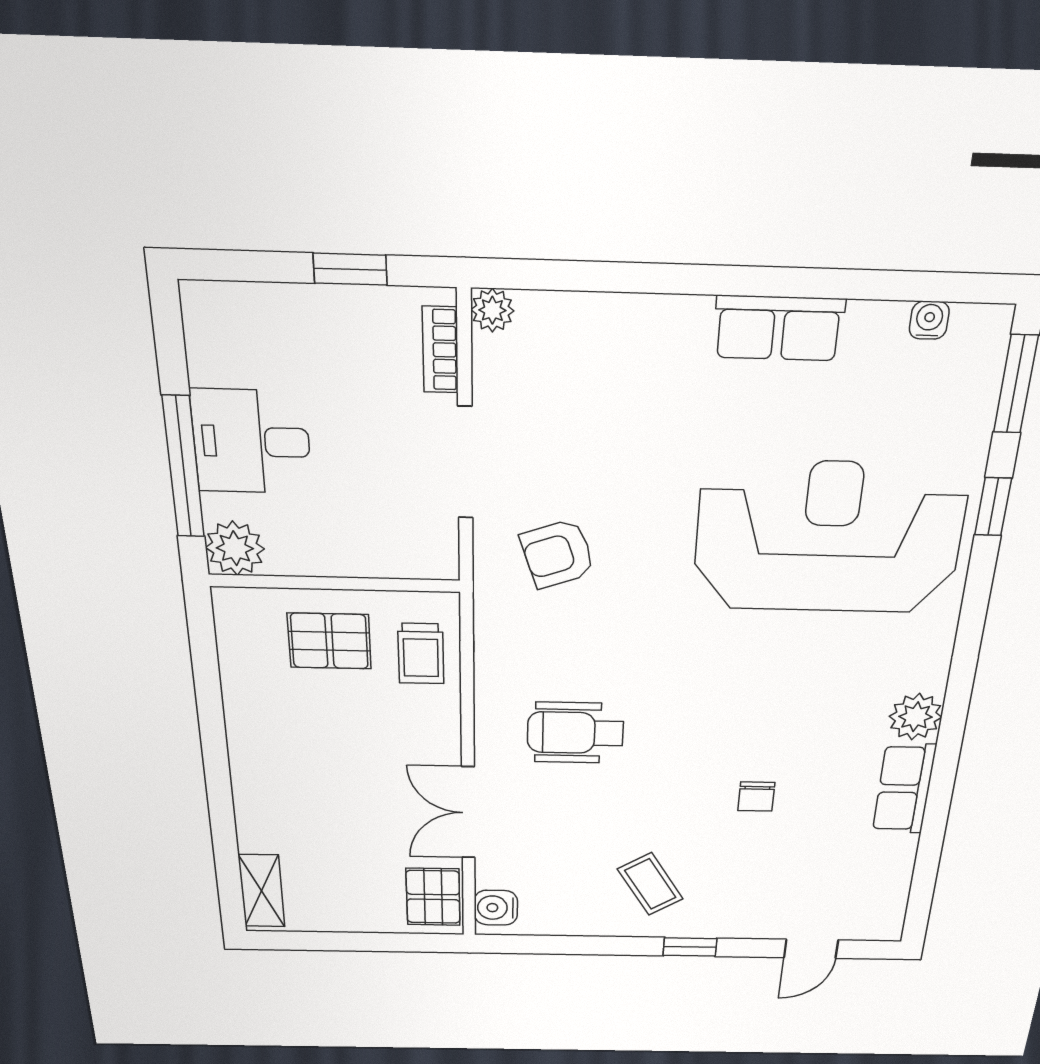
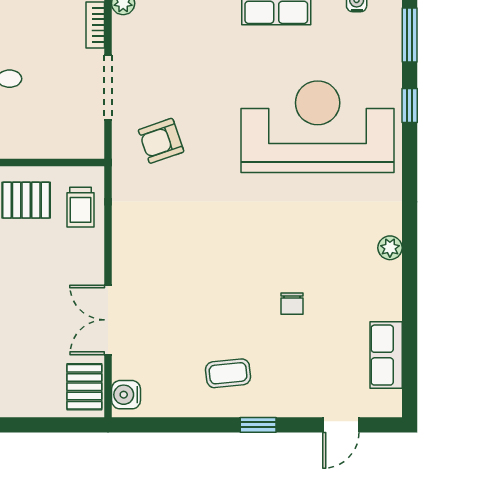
plant: (916, 717) -> (390, 248), width x0.73, depth x0.73
wheelchair: (575, 733) -> (175, 260), removed
row of seats: (904, 789) -> (386, 355), moved
coffee table: (650, 884) -> (228, 373), turned -64

